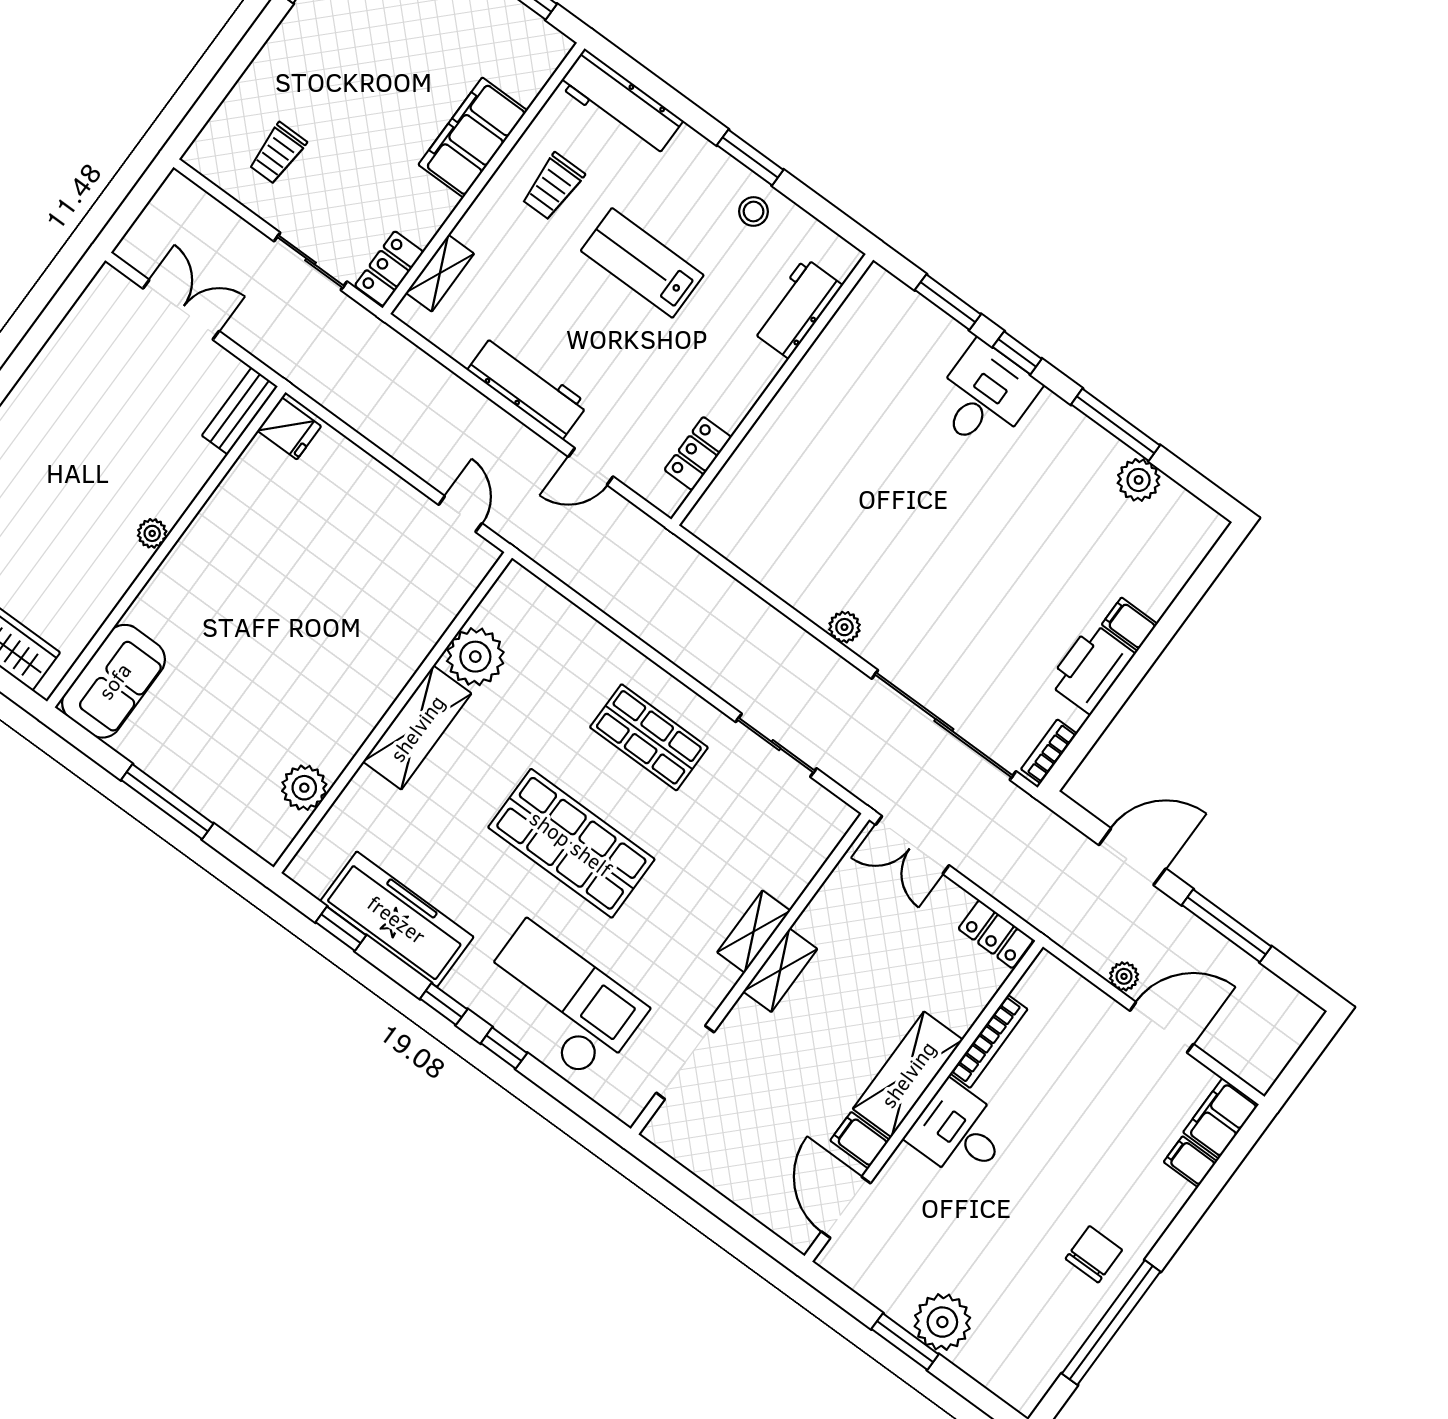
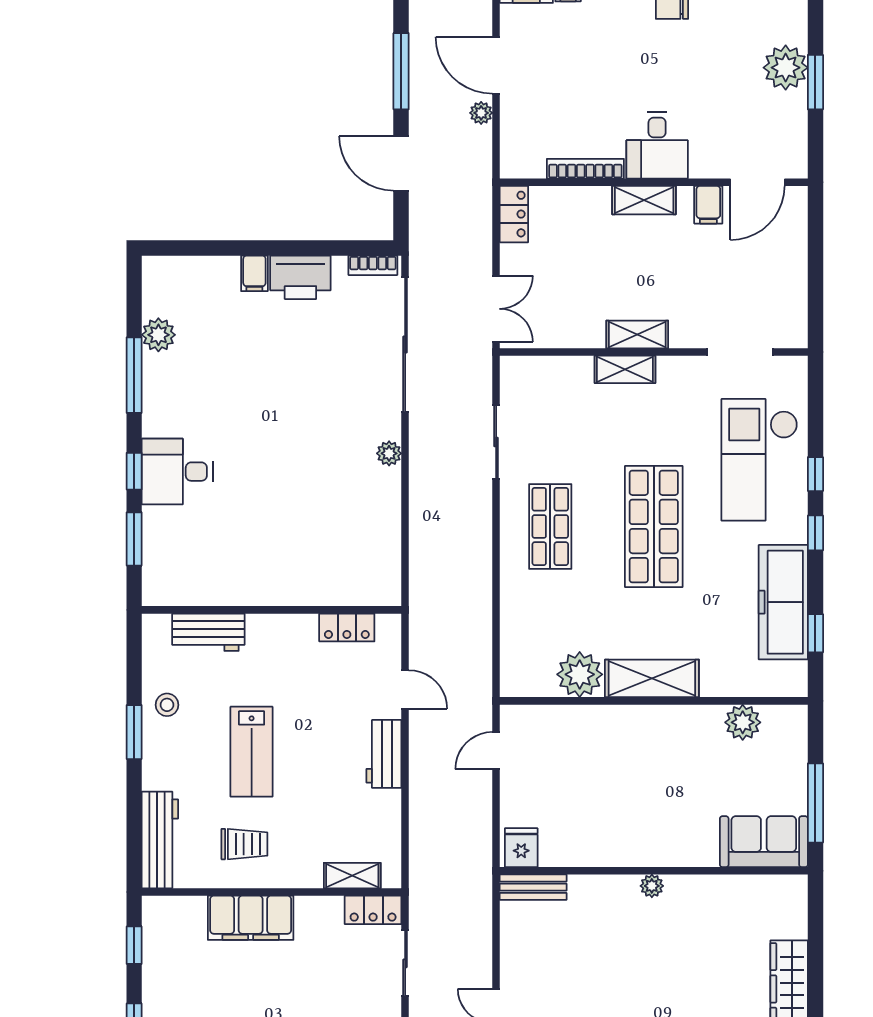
workbench: (528, 387) -> (384, 754), width x0.73
bench: (240, 411) -> (533, 887), moved
fridge: (289, 428) -> (521, 848), moved
plant: (152, 533) -> (652, 886), moved
wall: (166, 547) -> (654, 871), moved
sofa: (114, 681) -> (764, 842), moved
shelving: (908, 1074) -> (644, 200), width x0.67, depth x0.75

